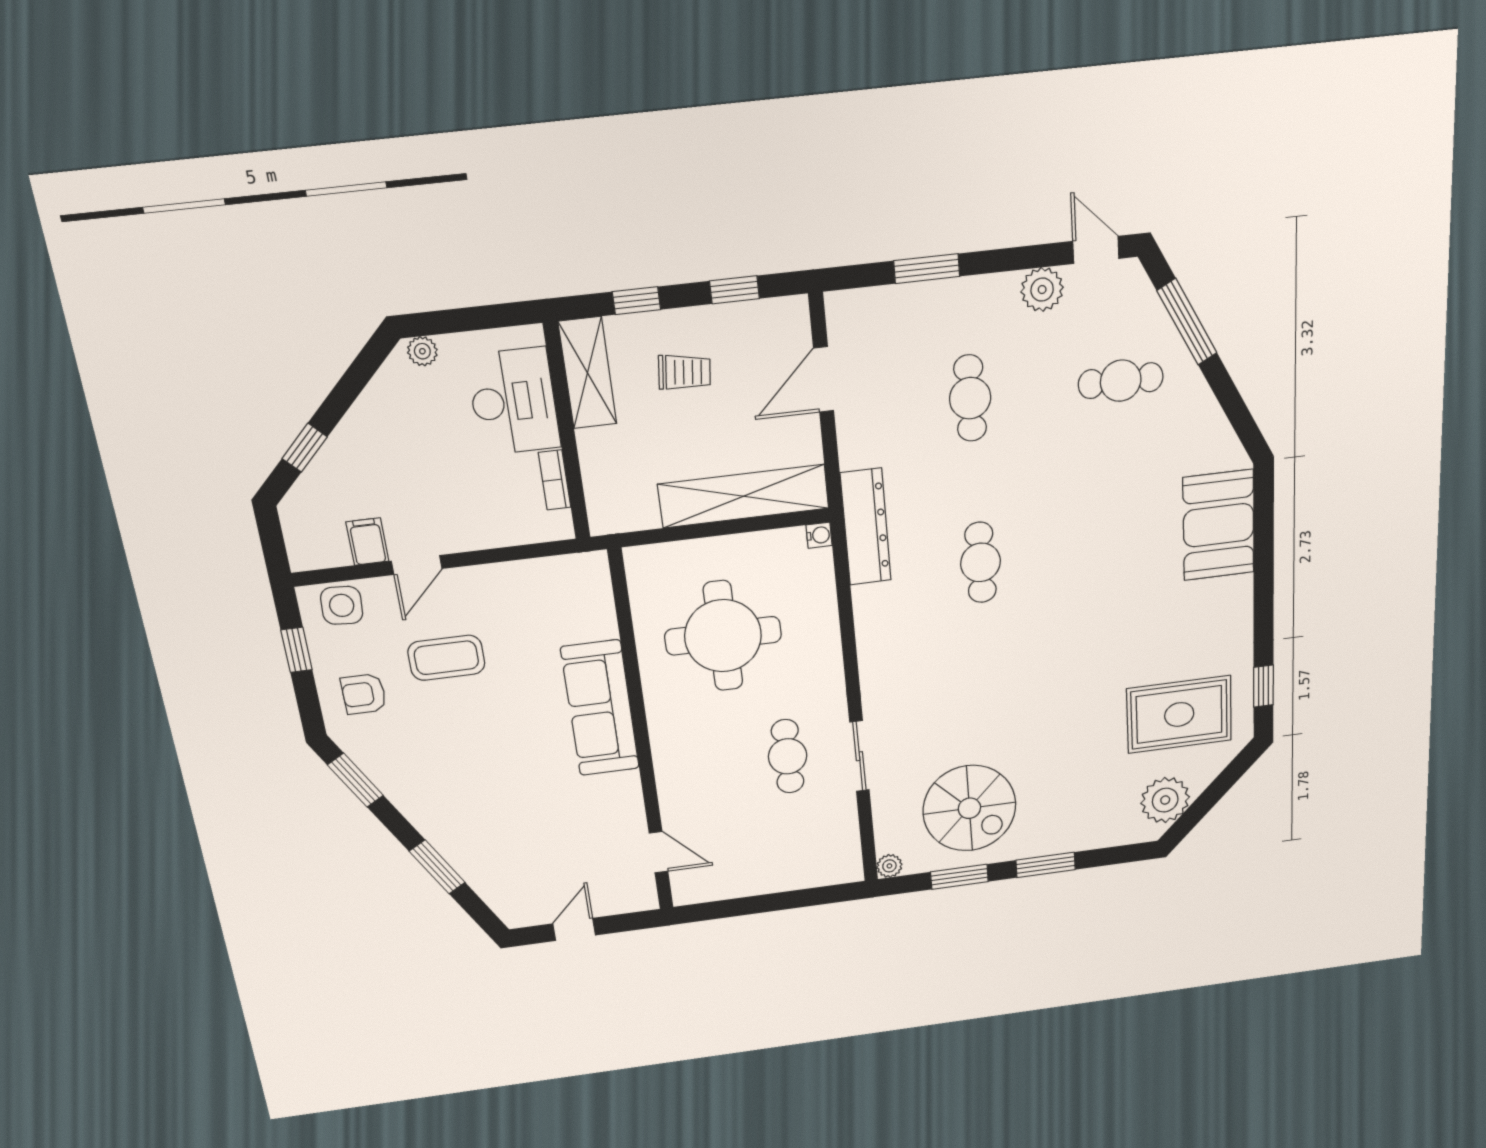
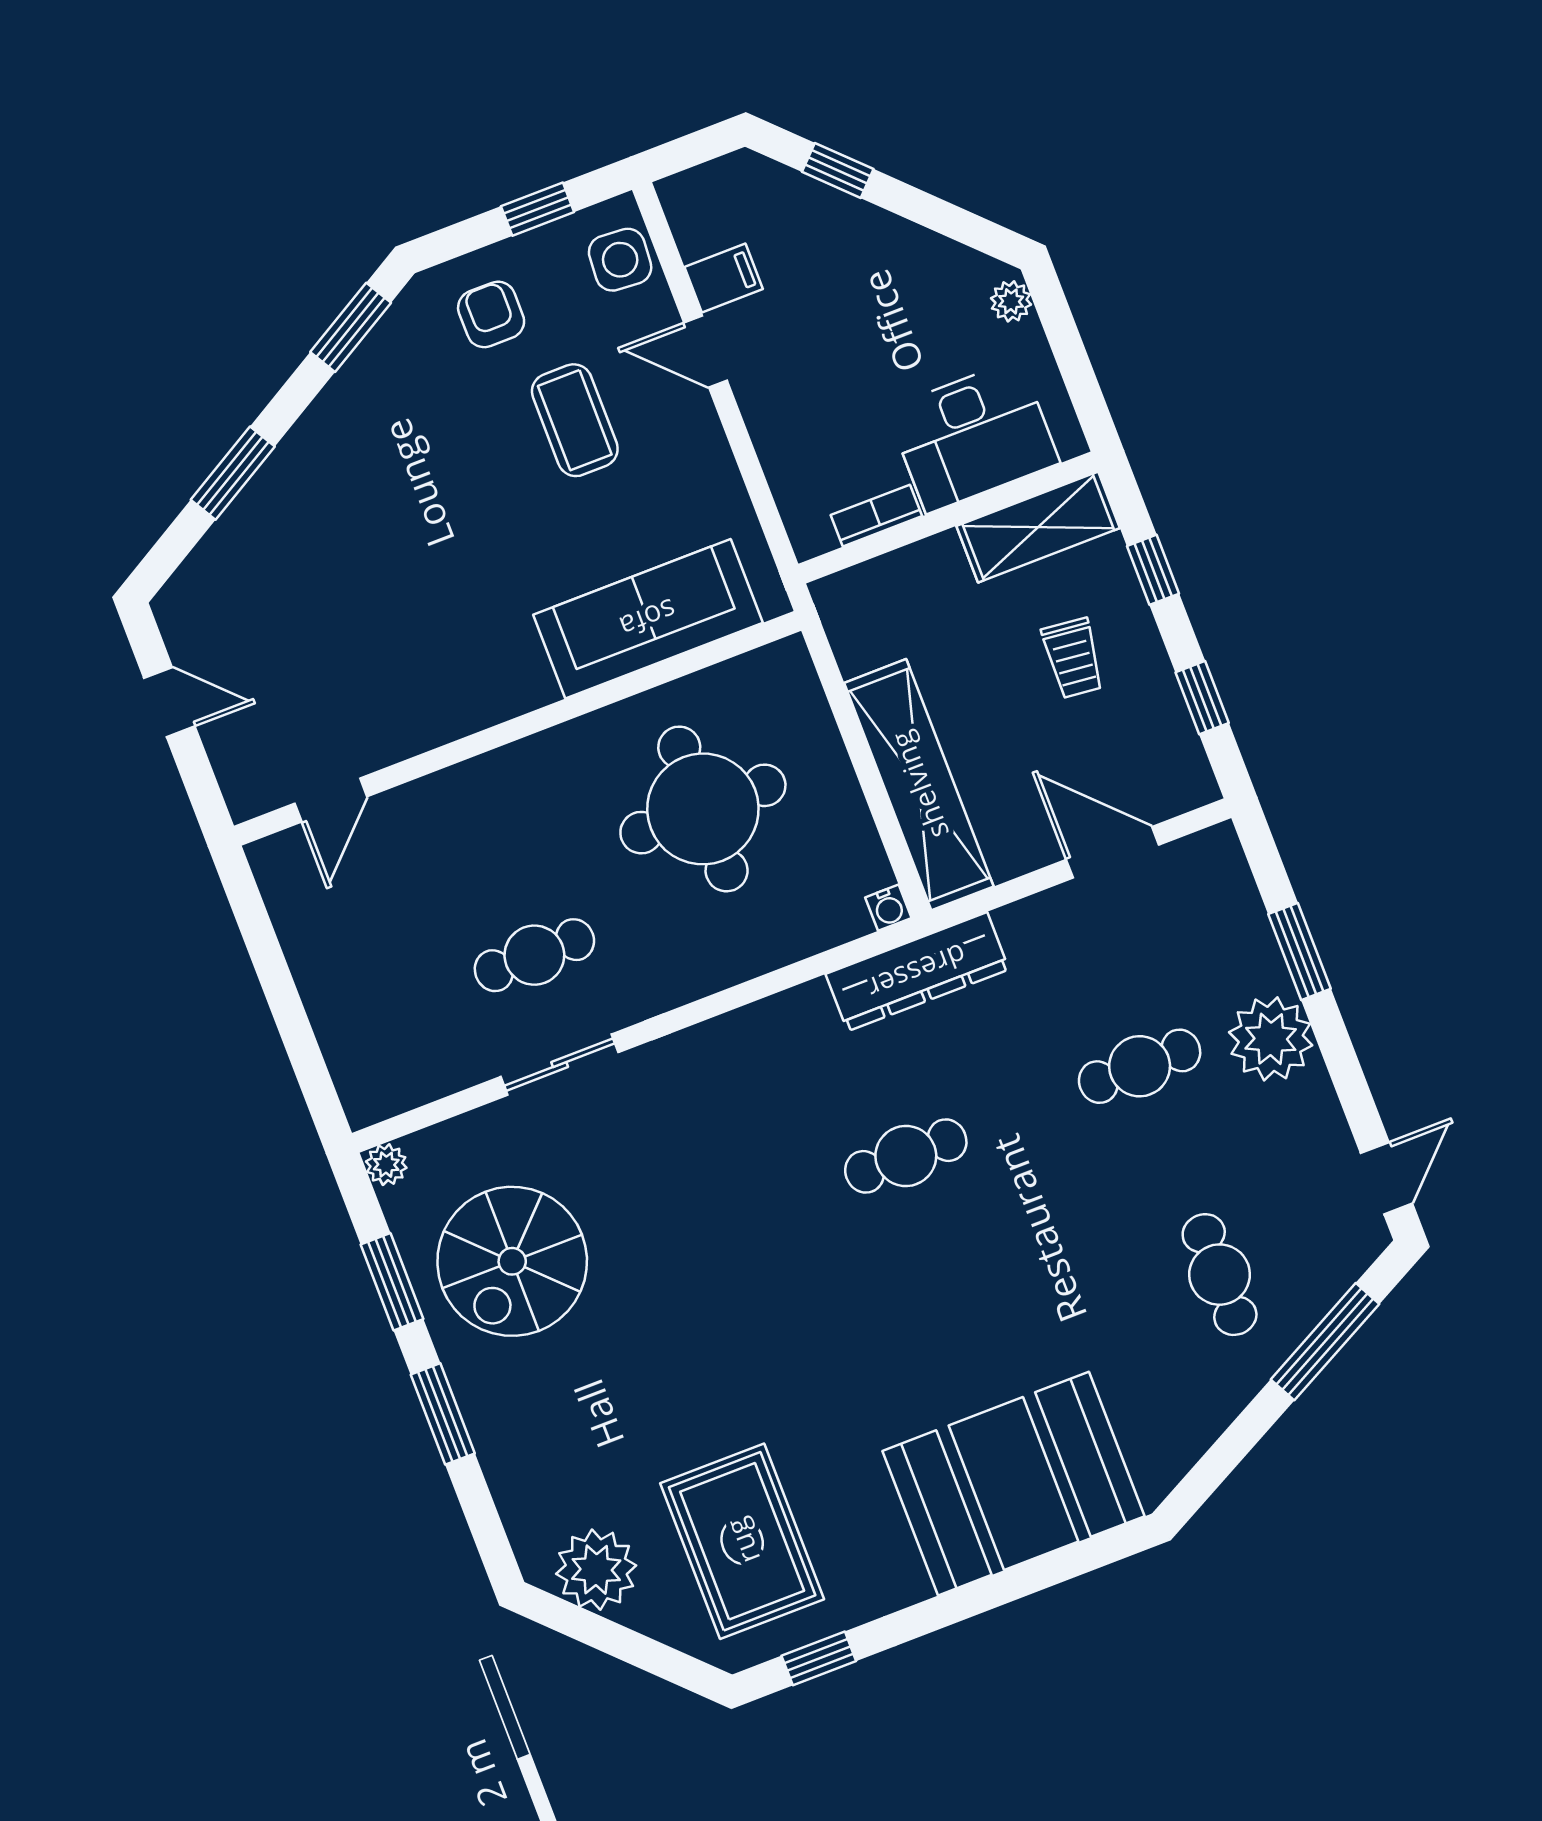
plant: (1042, 290) -> (1271, 1039), moved, width x1.36, depth x1.36
booth: (1218, 525) -> (1013, 1484), width x1.36, depth x1.42
sofa: (600, 708) -> (648, 619), moved

